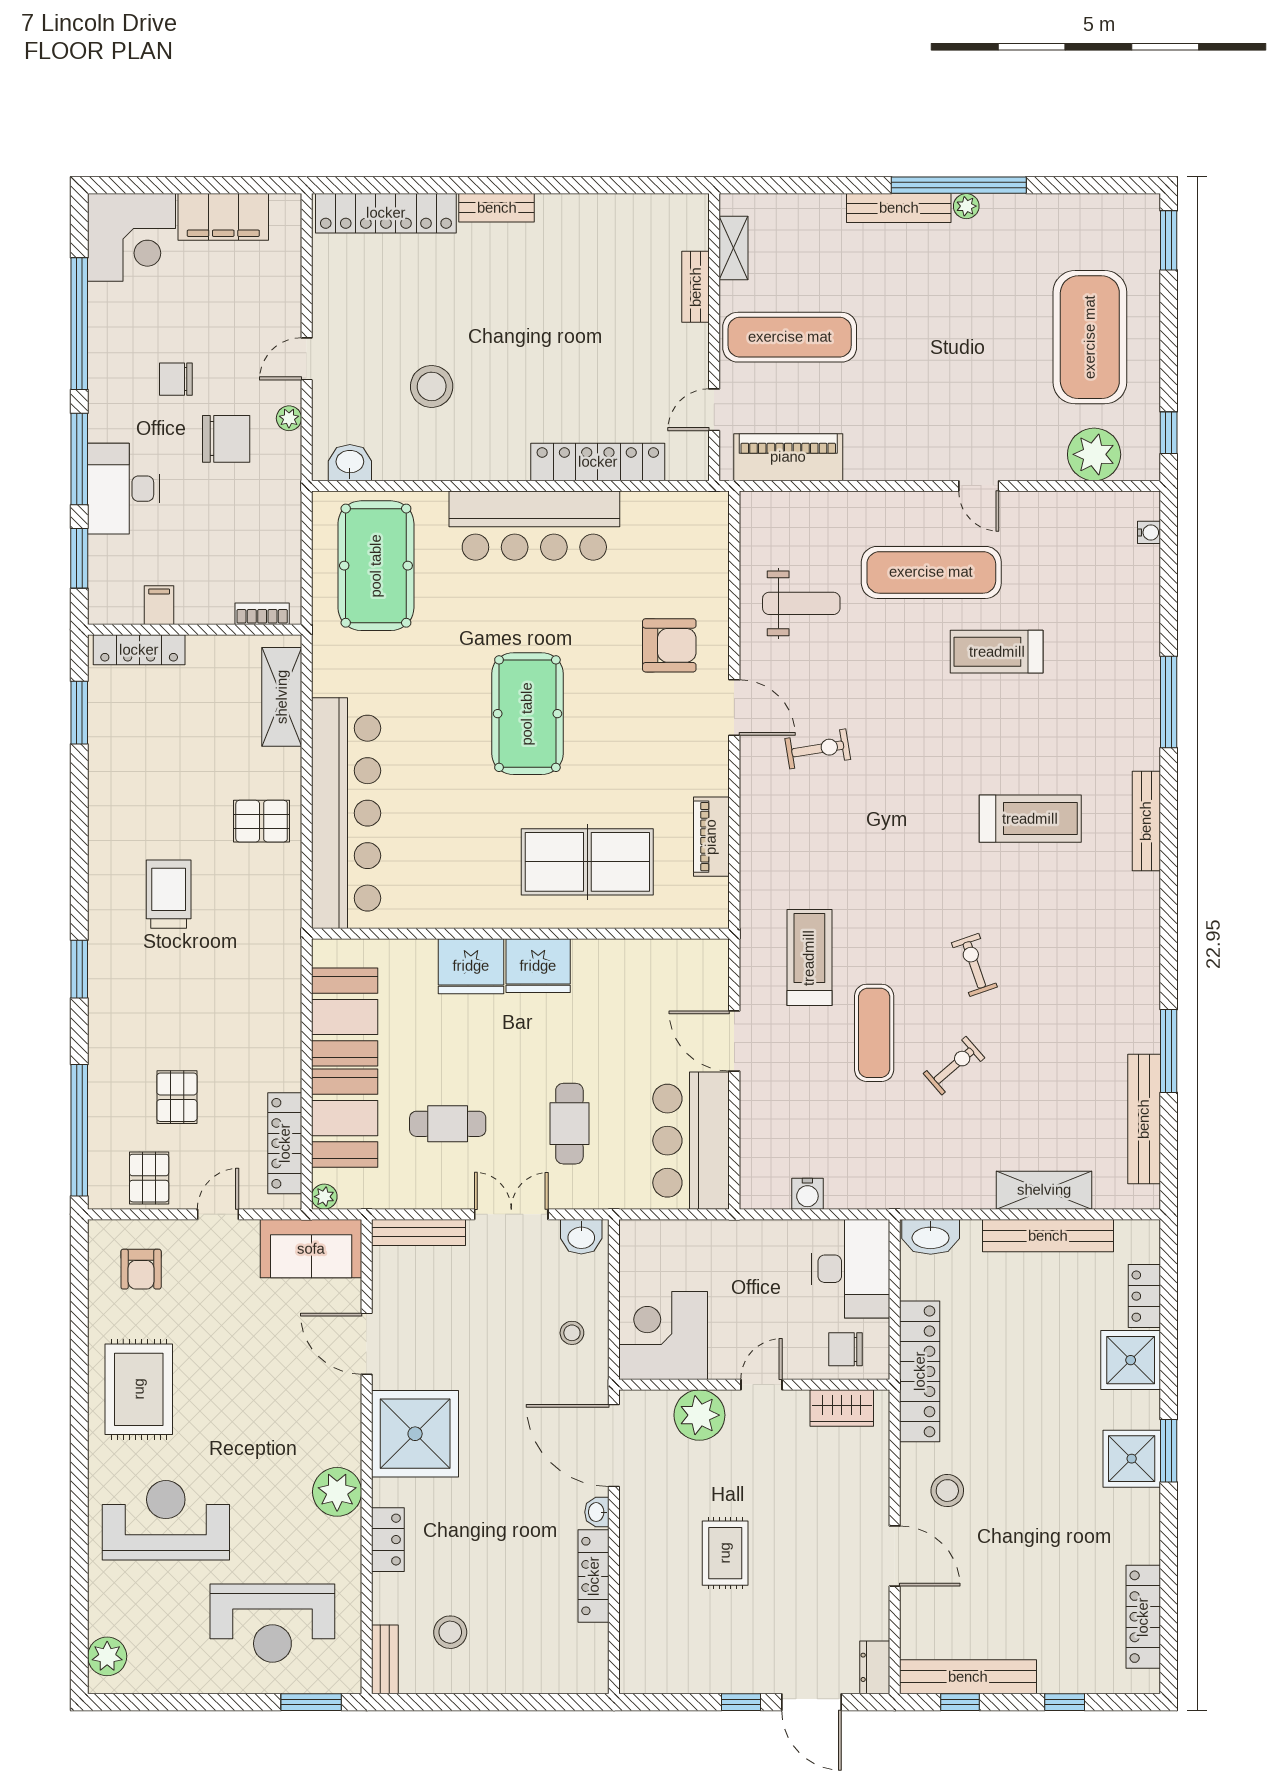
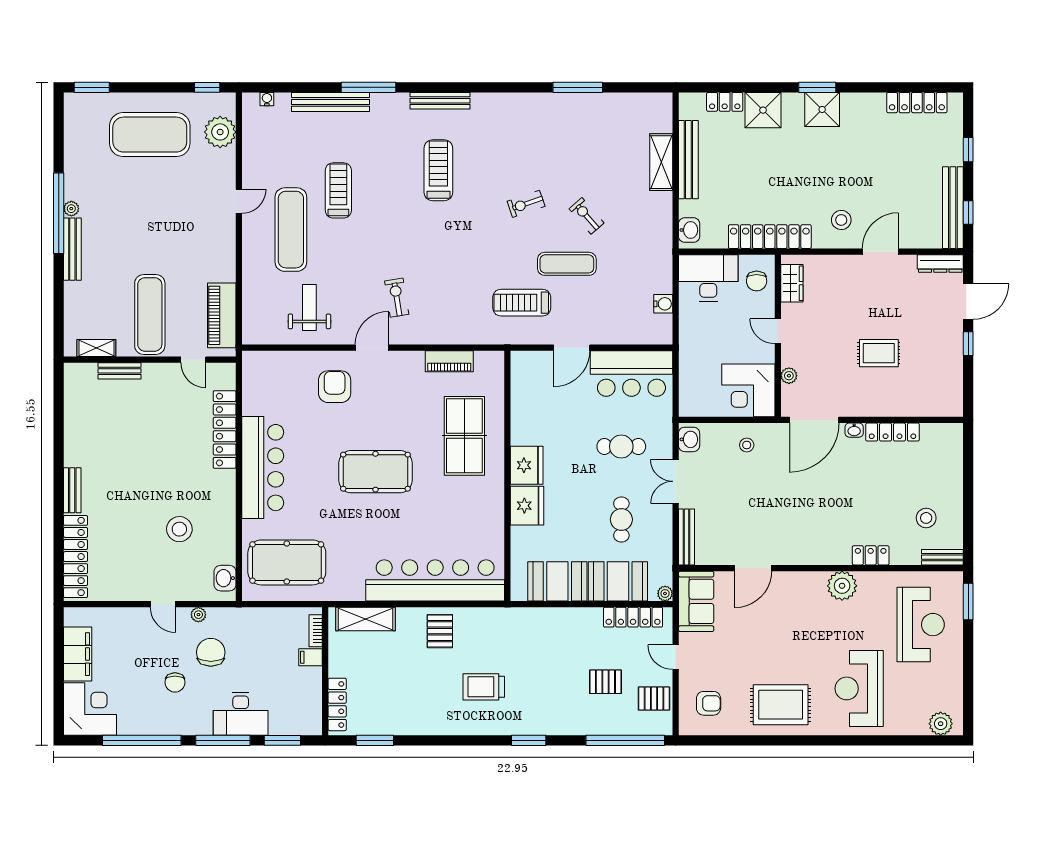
filing cabinet: (159, 605) -> (310, 657), moved
treadmill: (997, 652) -> (338, 190), turned 180
bench: (1144, 1119) -> (330, 102), moved
washbasin: (931, 1237) -> (689, 230), width x0.72
plant: (699, 1415) -> (789, 376), width x0.53, depth x0.53
shower: (415, 1434) -> (807, 539), removed
dresser: (875, 1667) -> (940, 263), width x1.44

